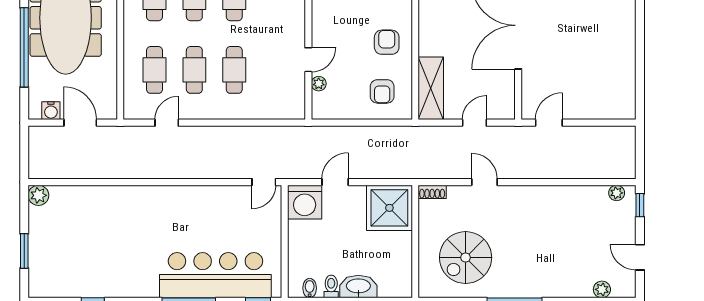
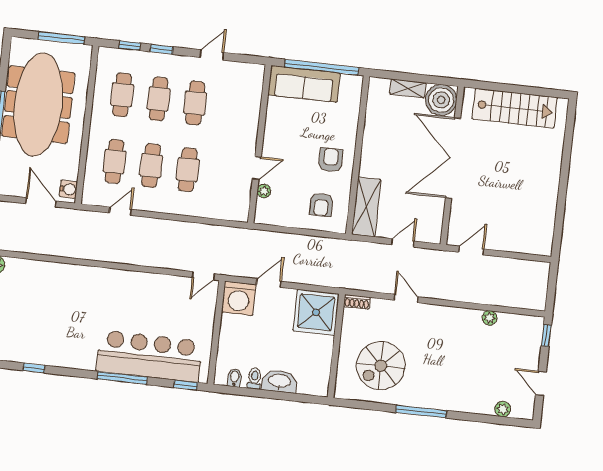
water cooler: (51, 111) -> (68, 189), moved, turned -90
plant: (617, 193) -> (490, 318), moved

